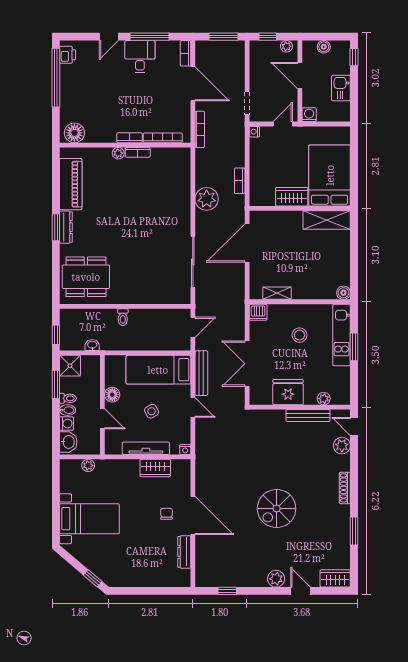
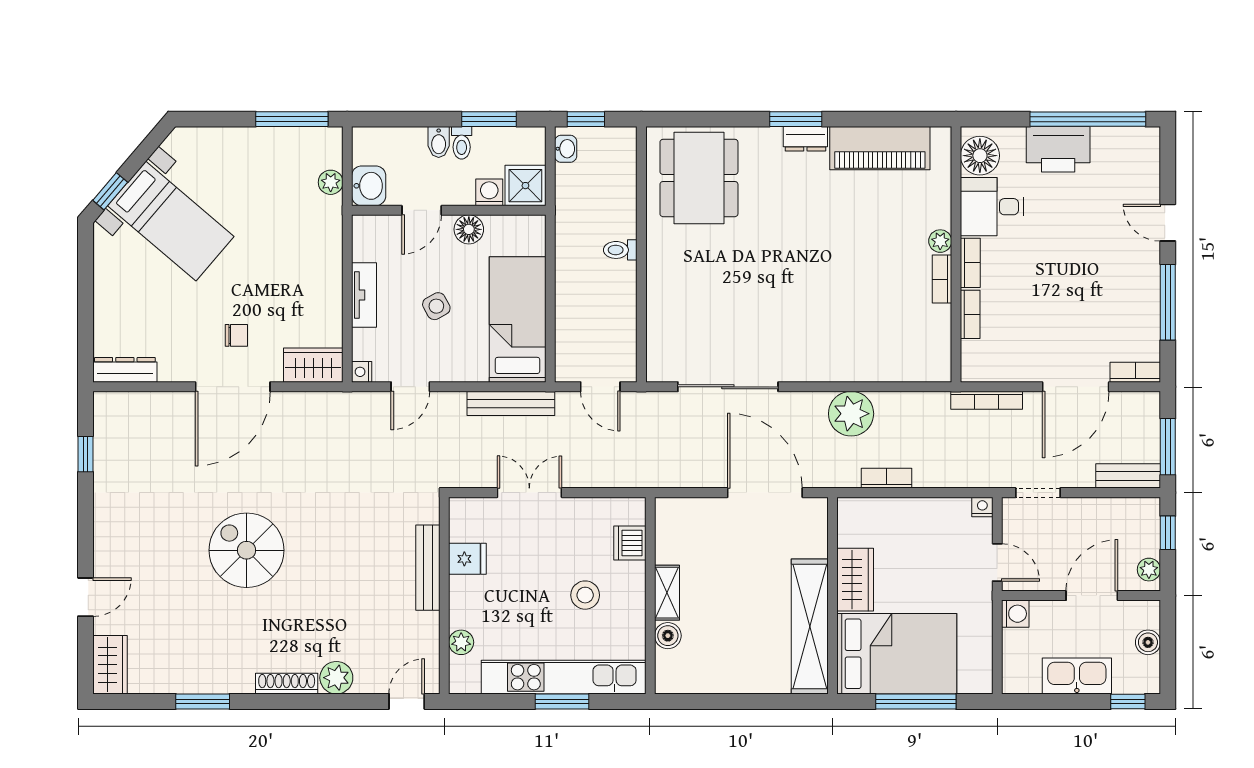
printer: (67, 55) -> (1058, 149), moved, width x1.87, depth x1.48
desk: (140, 57) -> (992, 207), moved, turned 180
bench: (238, 57) -> (1128, 476), added
kitchen sink: (341, 88) -> (1077, 676), width x1.38
bookcase: (163, 138) -> (970, 314), width x0.64
window: (354, 166) -> (916, 701), added
shelving: (327, 220) -> (810, 627), width x1.47
dresser: (66, 227) -> (805, 139), width x0.70
shelving: (277, 293) -> (667, 593), moved
boiler: (343, 293) -> (668, 636), moved
dishwasher: (258, 312) -> (630, 543), moved
kitchen unit: (342, 335) -> (564, 677), width x1.36
washbasin: (92, 345) -> (566, 149), moved
double door: (247, 364) -> (529, 493), width x0.73
shower: (70, 366) -> (525, 186), moved
fridge: (288, 392) -> (467, 559), width x0.53, depth x0.75
door: (193, 408) -> (410, 387), moved
bench: (308, 416) -> (428, 568), moved
washing machine: (66, 424) -> (489, 192), moved, turned 180
washbasin: (68, 442) -> (369, 186), moved, turned -90
plant: (342, 446) -> (336, 678), moved
tv unit: (146, 448) -> (364, 295), width x0.71
wardrobe: (155, 468) -> (313, 365), moved, turned 90
window: (56, 485) -> (292, 119), added
bed with nightstands: (89, 519) -> (171, 221), moved, turned -50
dresser: (184, 552) -> (125, 370), moved
plant: (276, 579) -> (109, 549), removed

